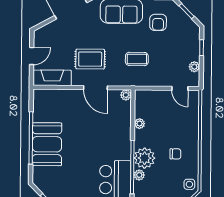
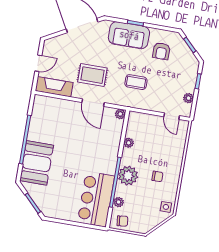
booth: (47, 144) -> (37, 163), moved
plant: (139, 175) -> (119, 202), moved

